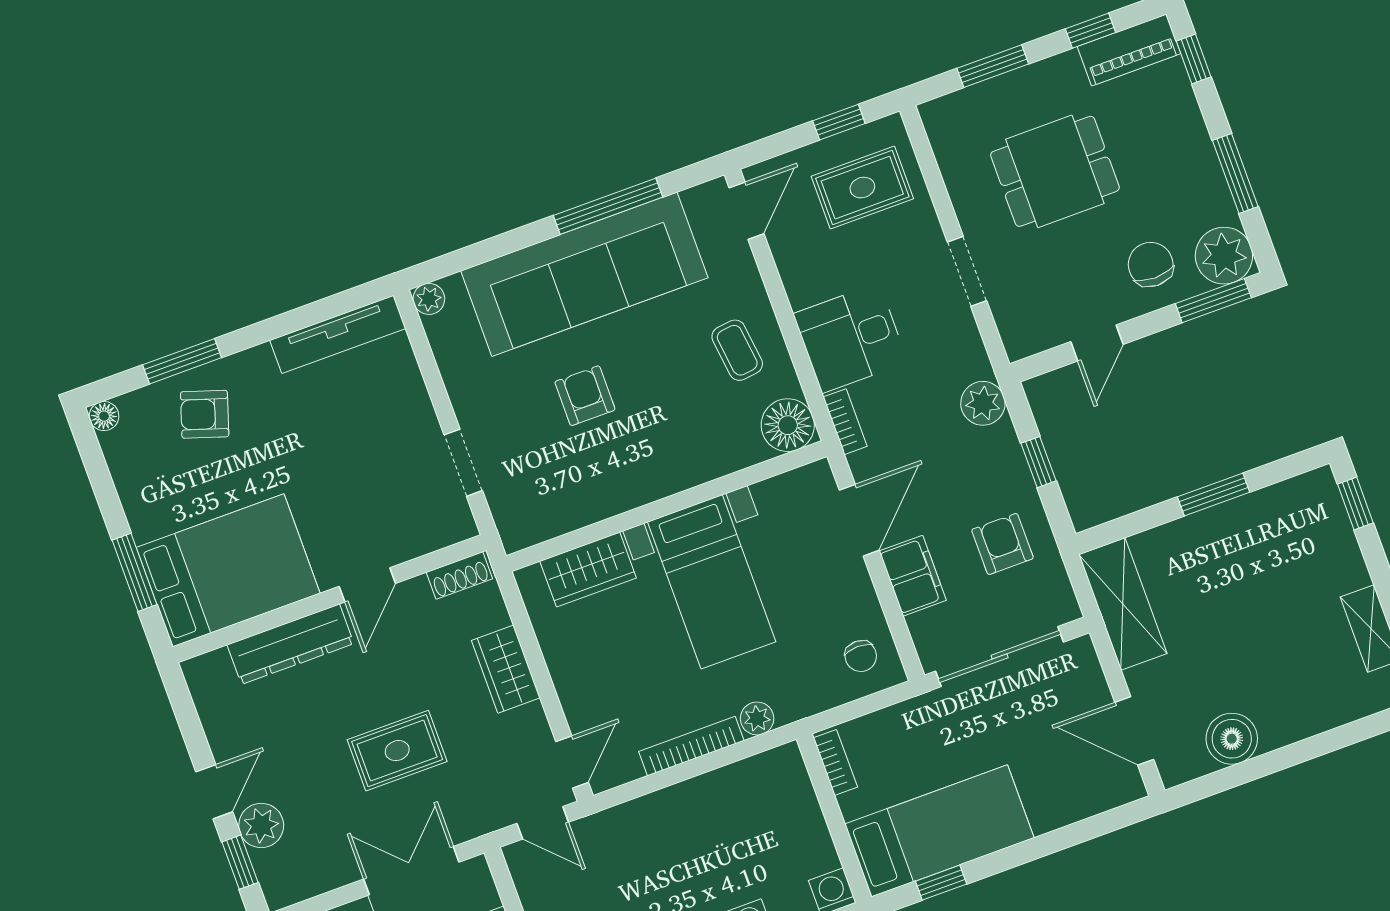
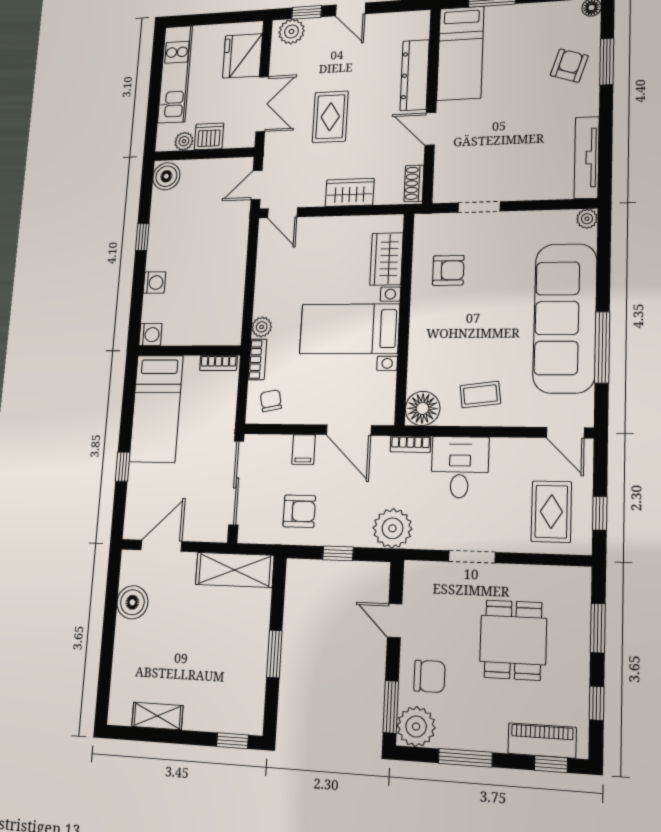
piano: (1129, 50) -> (542, 740), moved, turned 90
armchair: (585, 396) -> (448, 270), moved
plant: (983, 403) -> (392, 528), width x1.36, depth x1.36
bed: (228, 570) -> (460, 53), width x0.67
filing cabinet: (913, 576) -> (303, 450), width x0.50
chair: (861, 656) -> (271, 401), turned 79
bookcase: (691, 746) -> (257, 359), moved, width x0.64
plant: (261, 825) -> (292, 31), moved
window: (941, 883) -> (123, 467), moved

